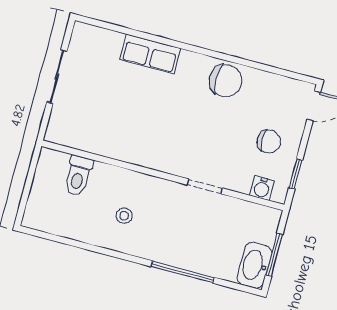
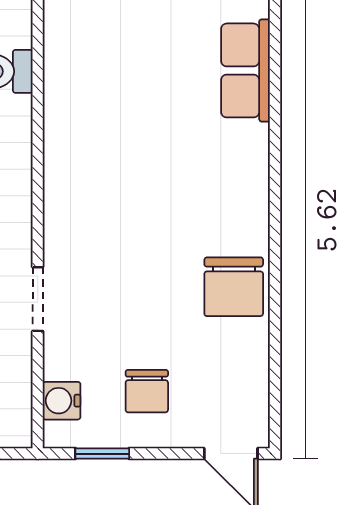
row of seats: (150, 54) -> (245, 70), moved

